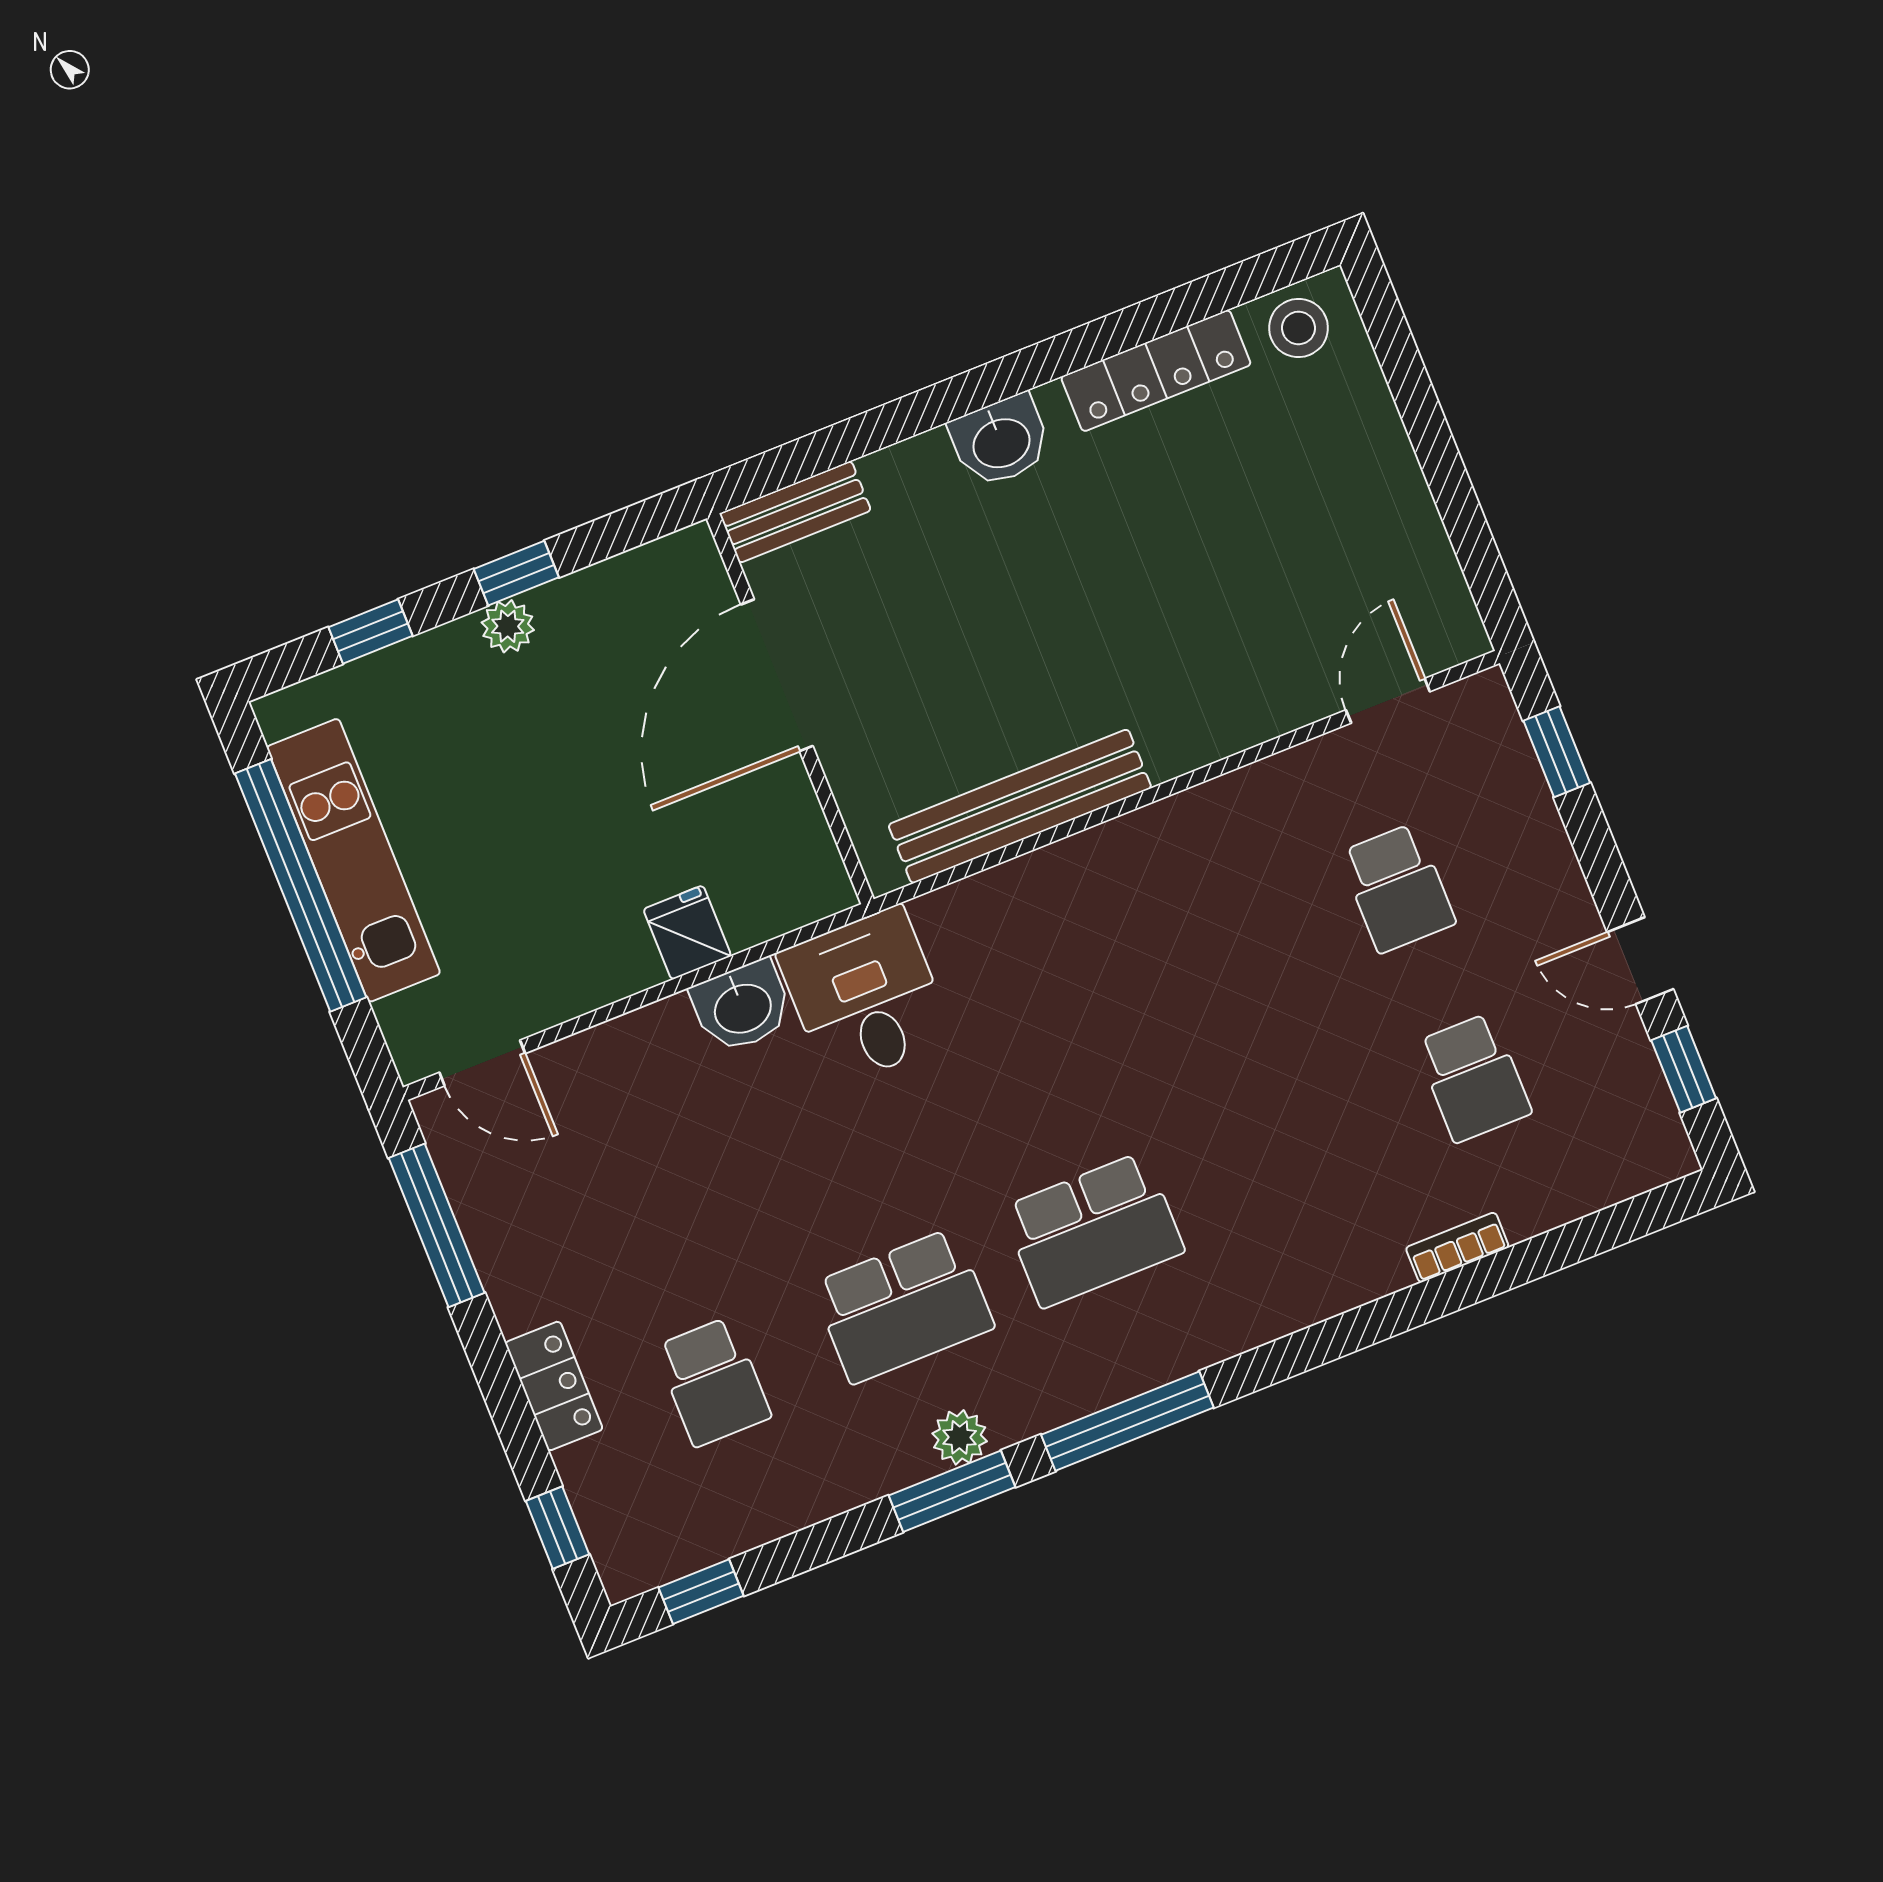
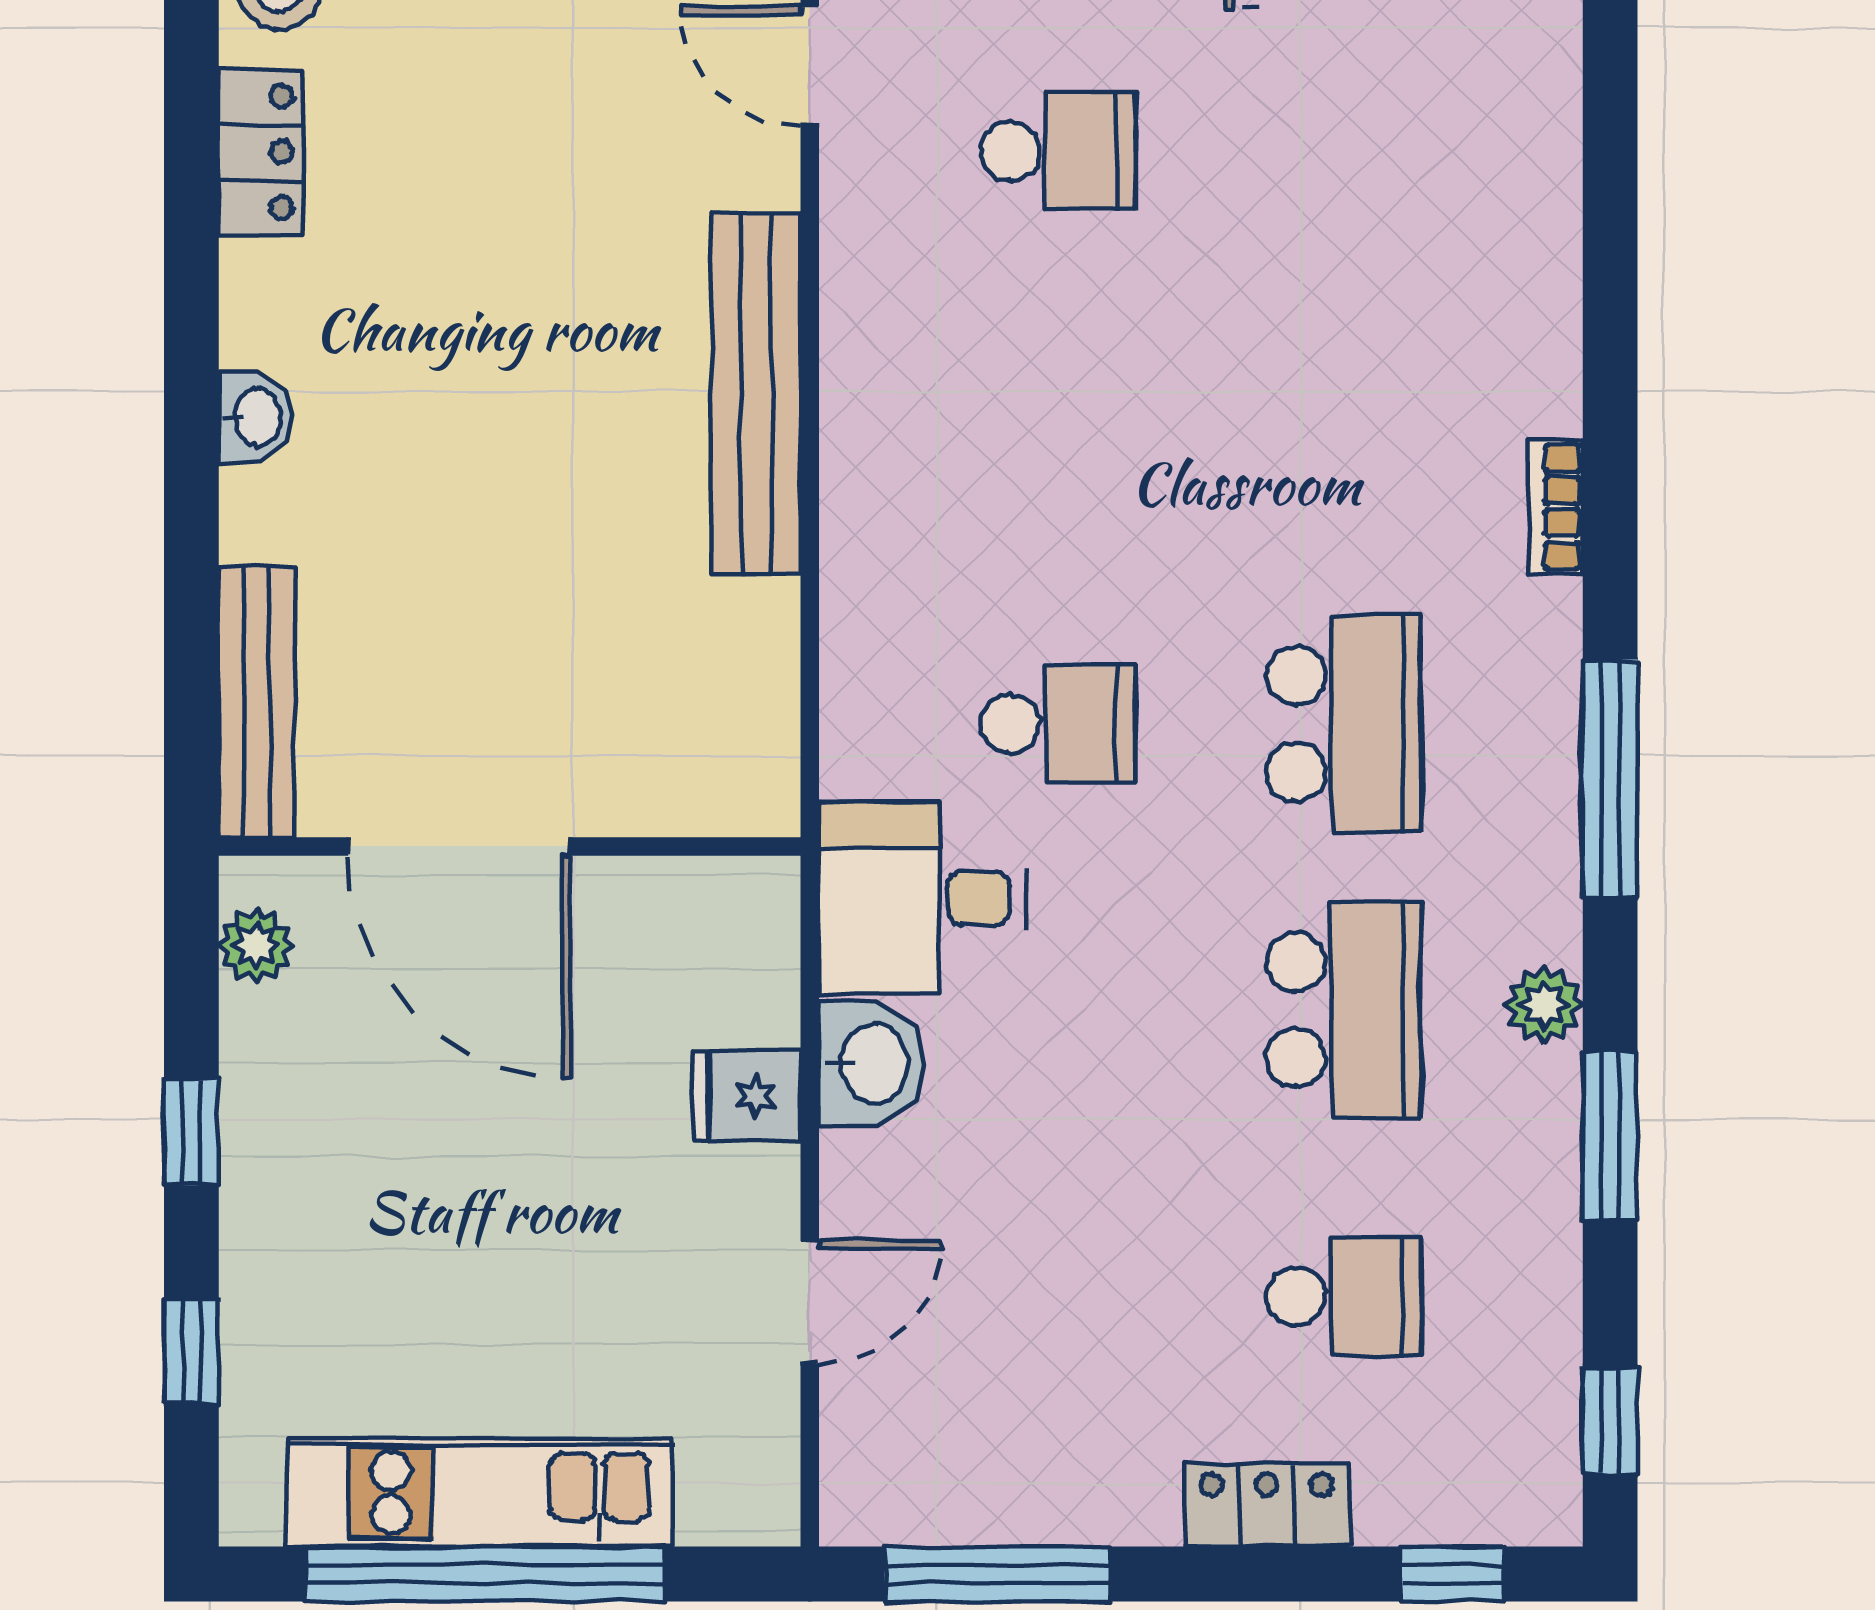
locker: (1156, 371) -> (261, 152), width x0.66
washbasin: (1001, 441) -> (255, 417), width x0.72, depth x0.69
bench: (795, 512) -> (257, 702), width x1.36
plant: (508, 626) -> (256, 945), moved
bench: (1020, 806) -> (756, 394), moved
door: (482, 1063) -> (810, 1302), moved
school desk: (1473, 1078) -> (1058, 724), moved
bookcase: (1457, 1247) -> (1556, 507), moved
window: (952, 1491) -> (1610, 1136), moved

